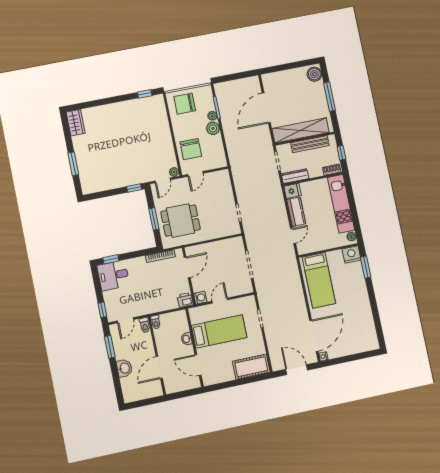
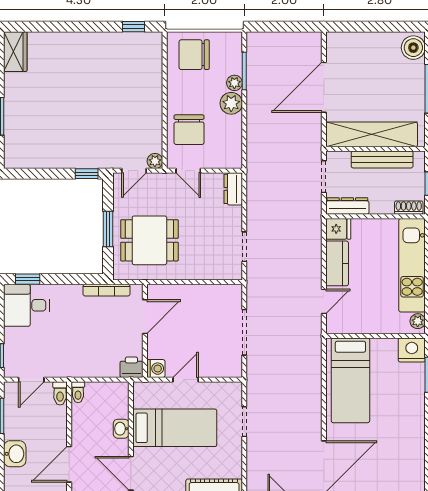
door: (195, 174) -> (188, 171), hinge flipped
dresser: (225, 179) -> (233, 189), added

